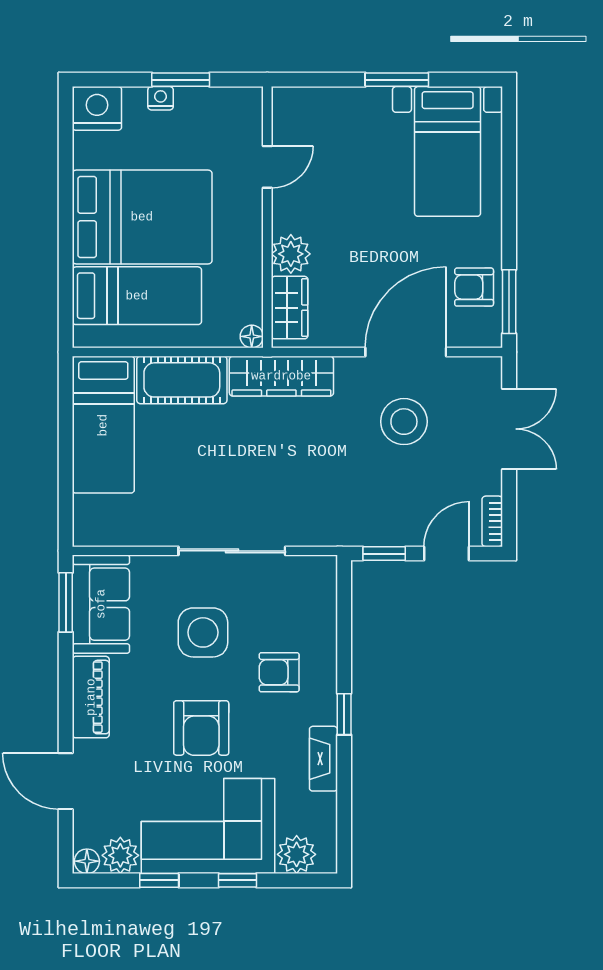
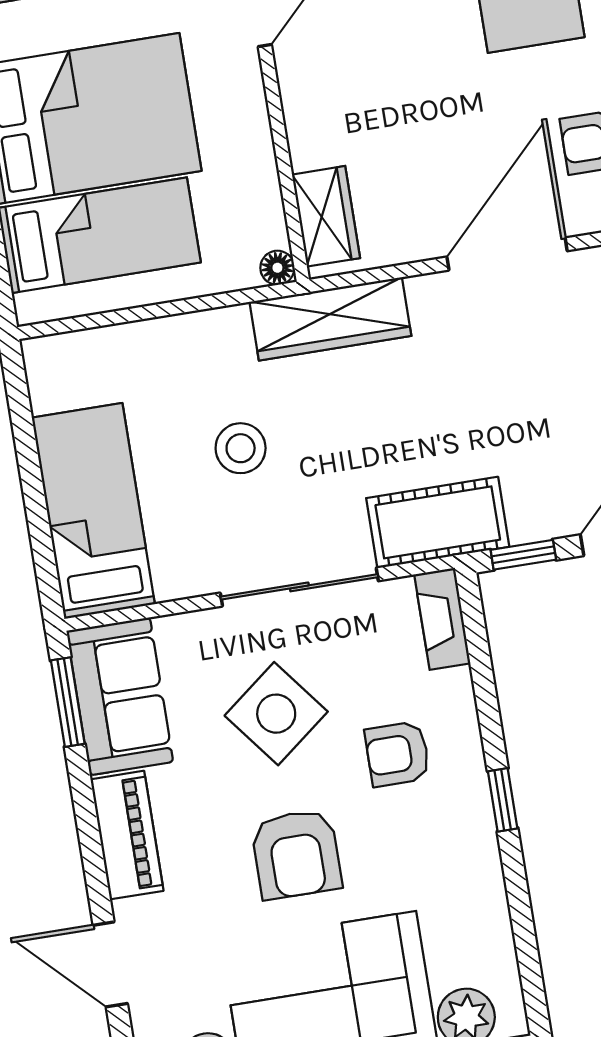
plant: (291, 254) -> (315, 137), removed
cot: (182, 380) -> (438, 522), moved
stool: (404, 422) -> (241, 448), moved, width x0.73, depth x0.73
bed: (103, 425) -> (93, 511), moved, turned 180
side table: (203, 632) -> (276, 714), turned -38
fireplace: (323, 759) -> (442, 619), moved

